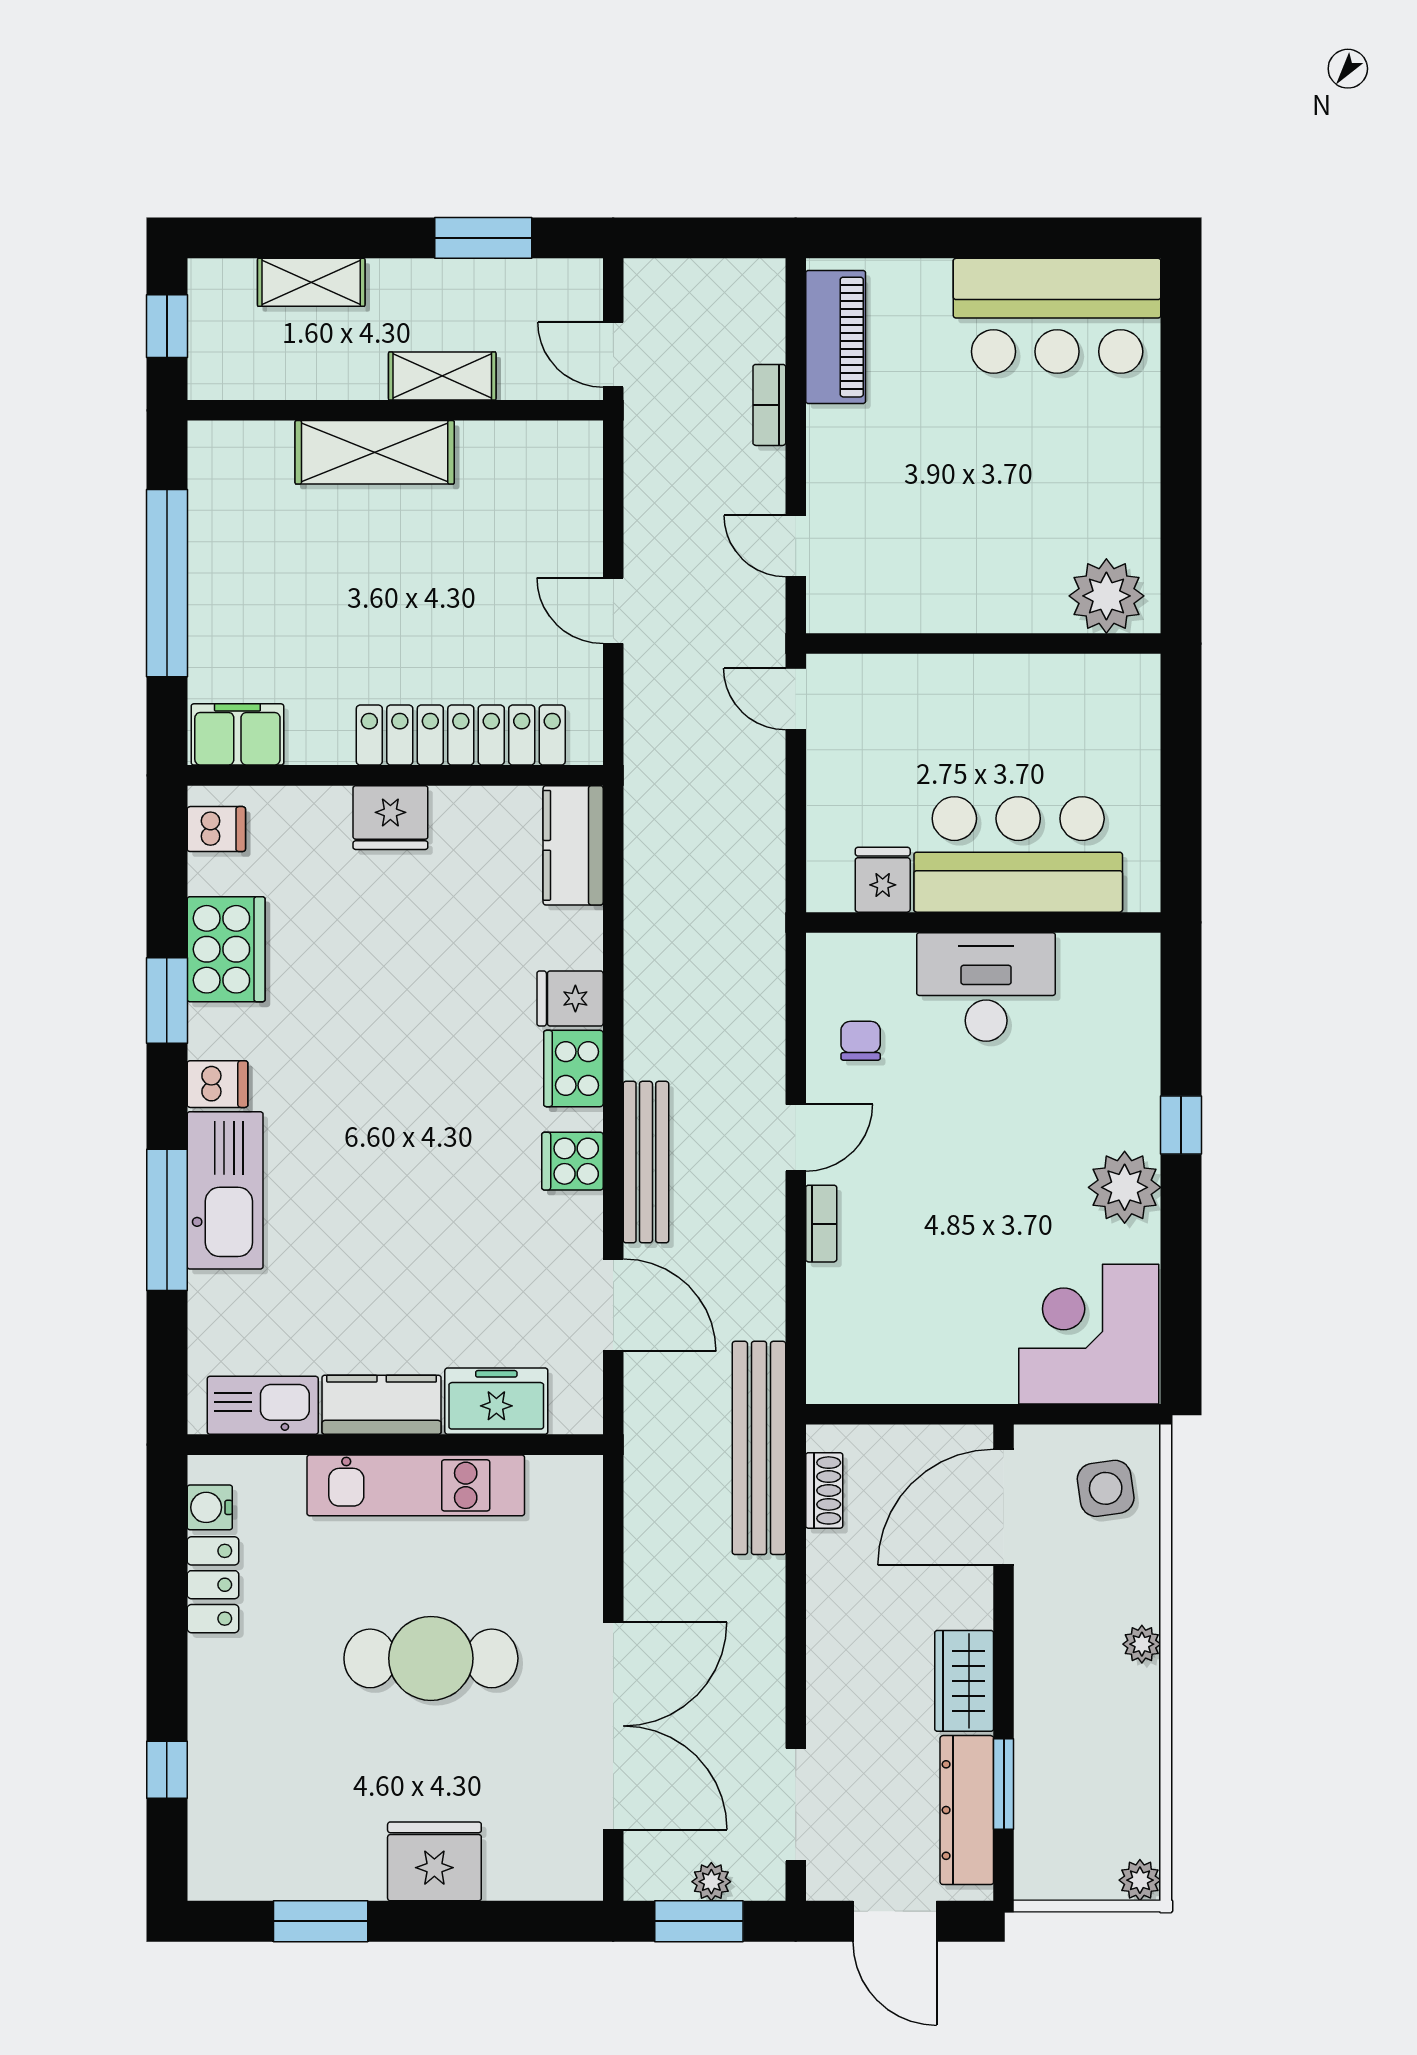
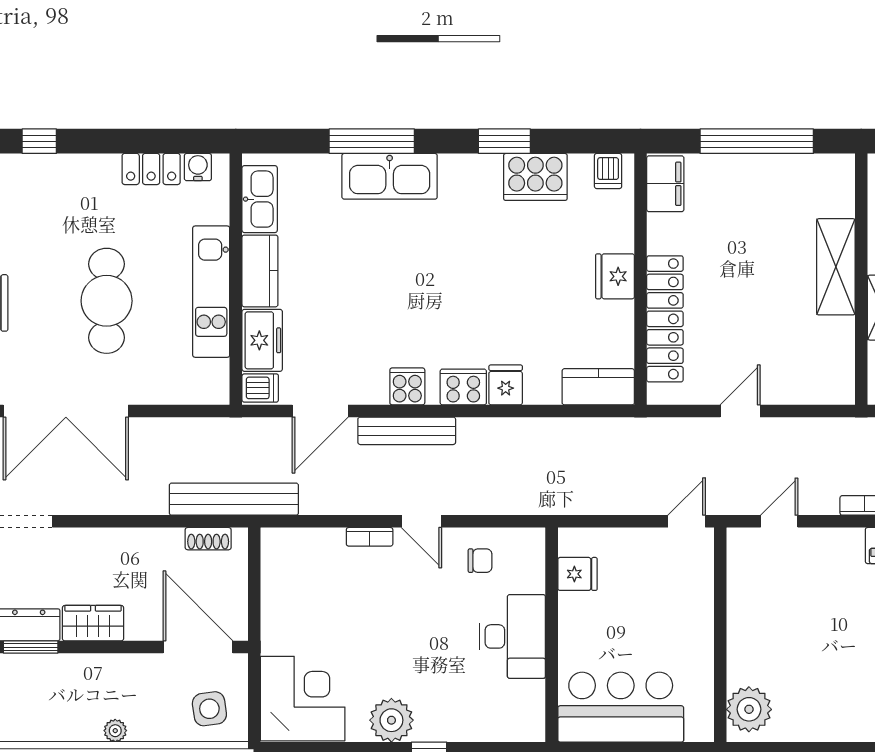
bar counter: (1018, 854) -> (621, 707), moved, turned -90
dishwasher: (217, 1084) -> (260, 388), moved, turned -90

